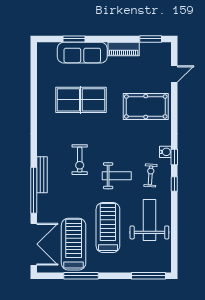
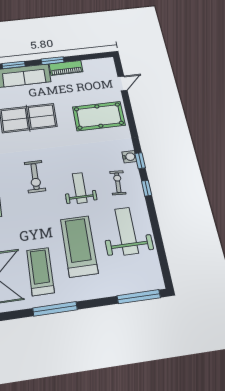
window: (151, 39) -> (53, 61), moved
weight bench: (117, 176) -> (80, 188), turned -90
treadmill: (74, 244) -> (40, 271), width x0.73, depth x0.73

